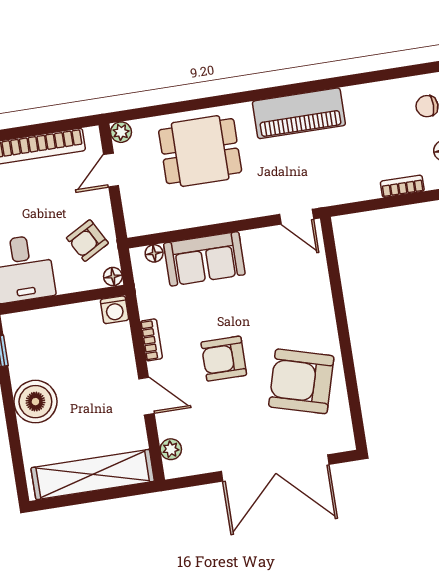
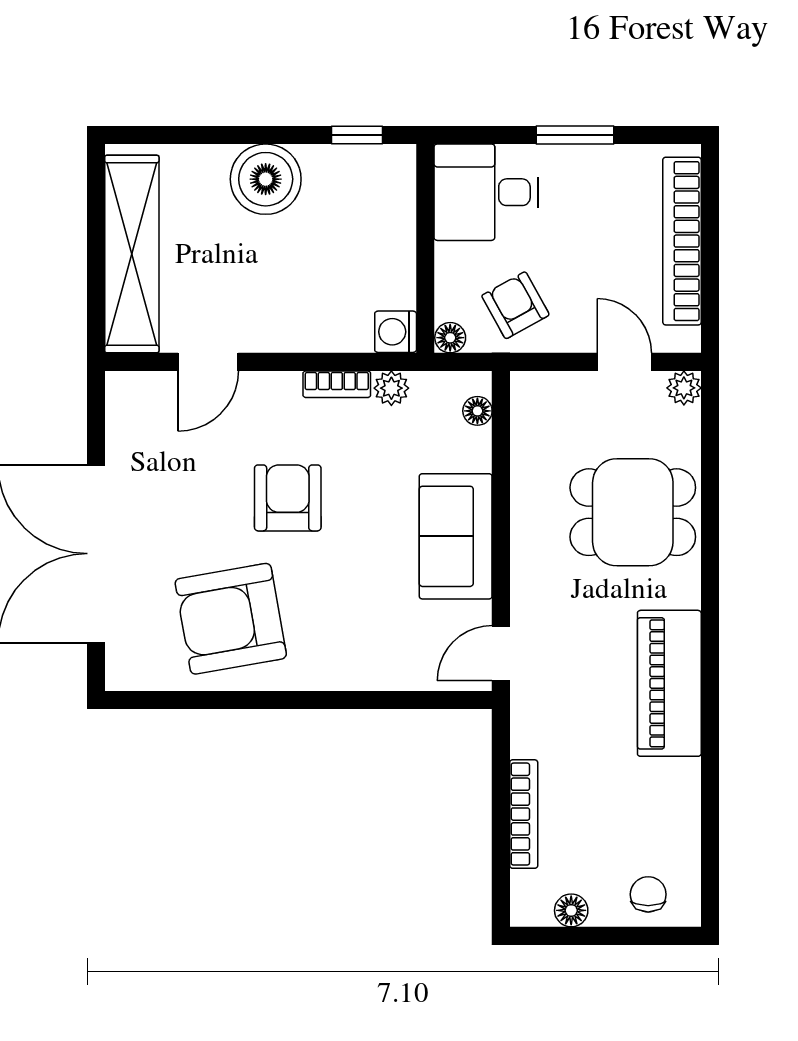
dining table: (200, 151) -> (633, 512), turned 90
bookcase: (402, 186) -> (524, 814), width x1.56
sofa: (204, 259) -> (456, 536), moved
armchair: (301, 381) -> (231, 619), turned -116
door: (146, 396) -> (208, 362), moved
plant: (171, 449) -> (391, 388), moved

